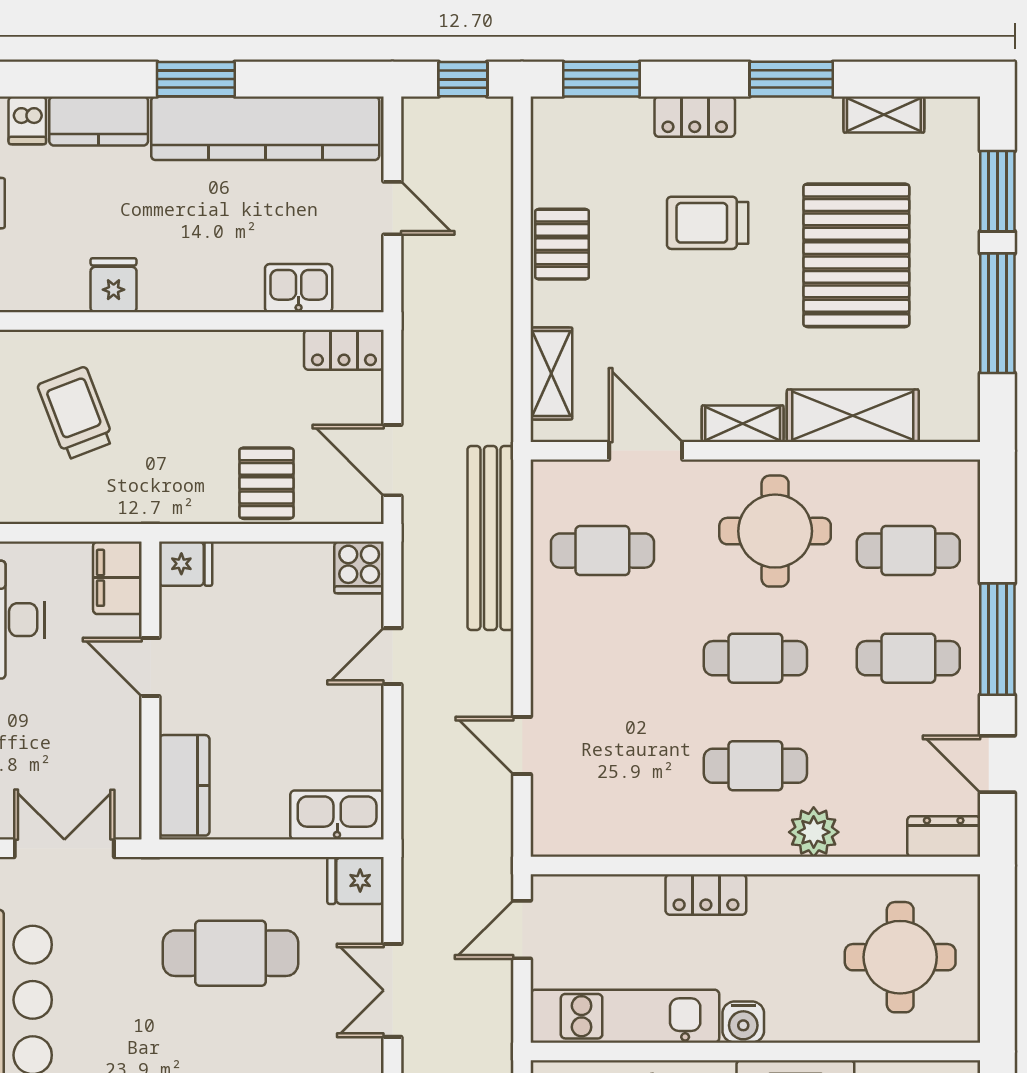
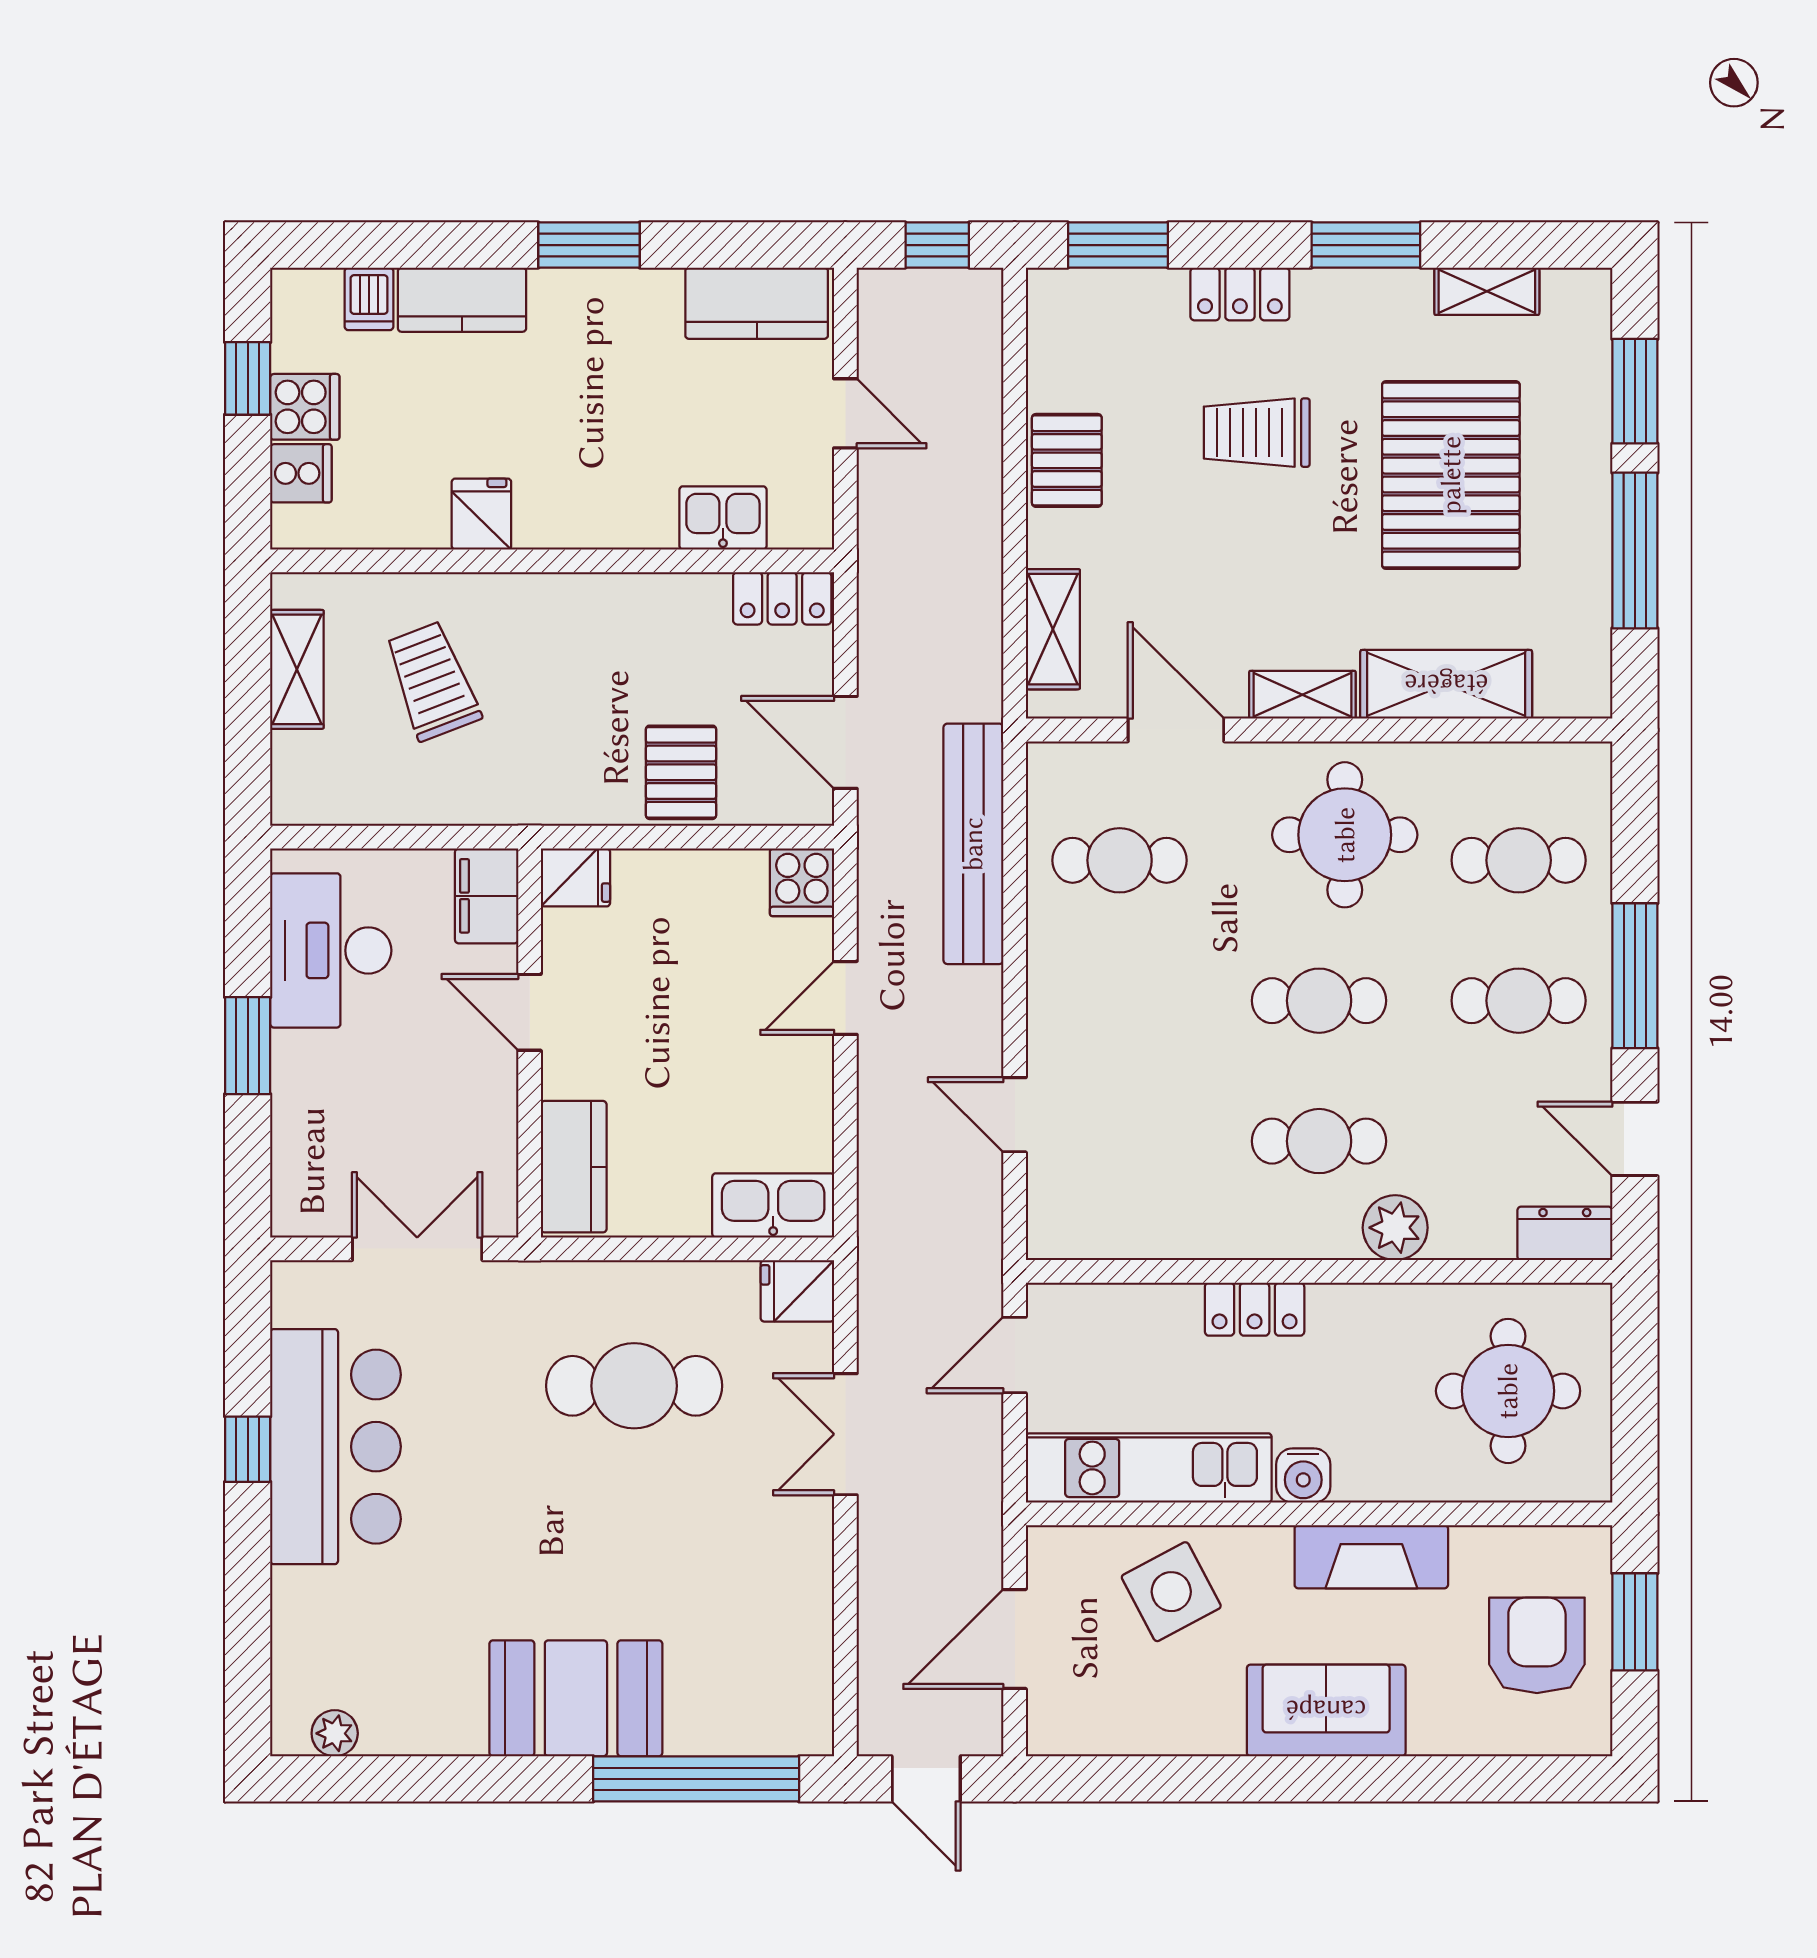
kitchen counter: (265, 128) -> (757, 303), width x0.48, depth x0.86

